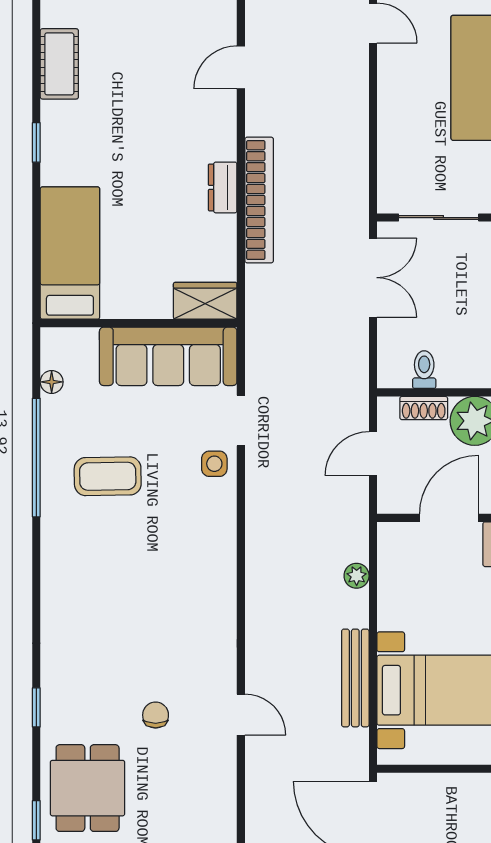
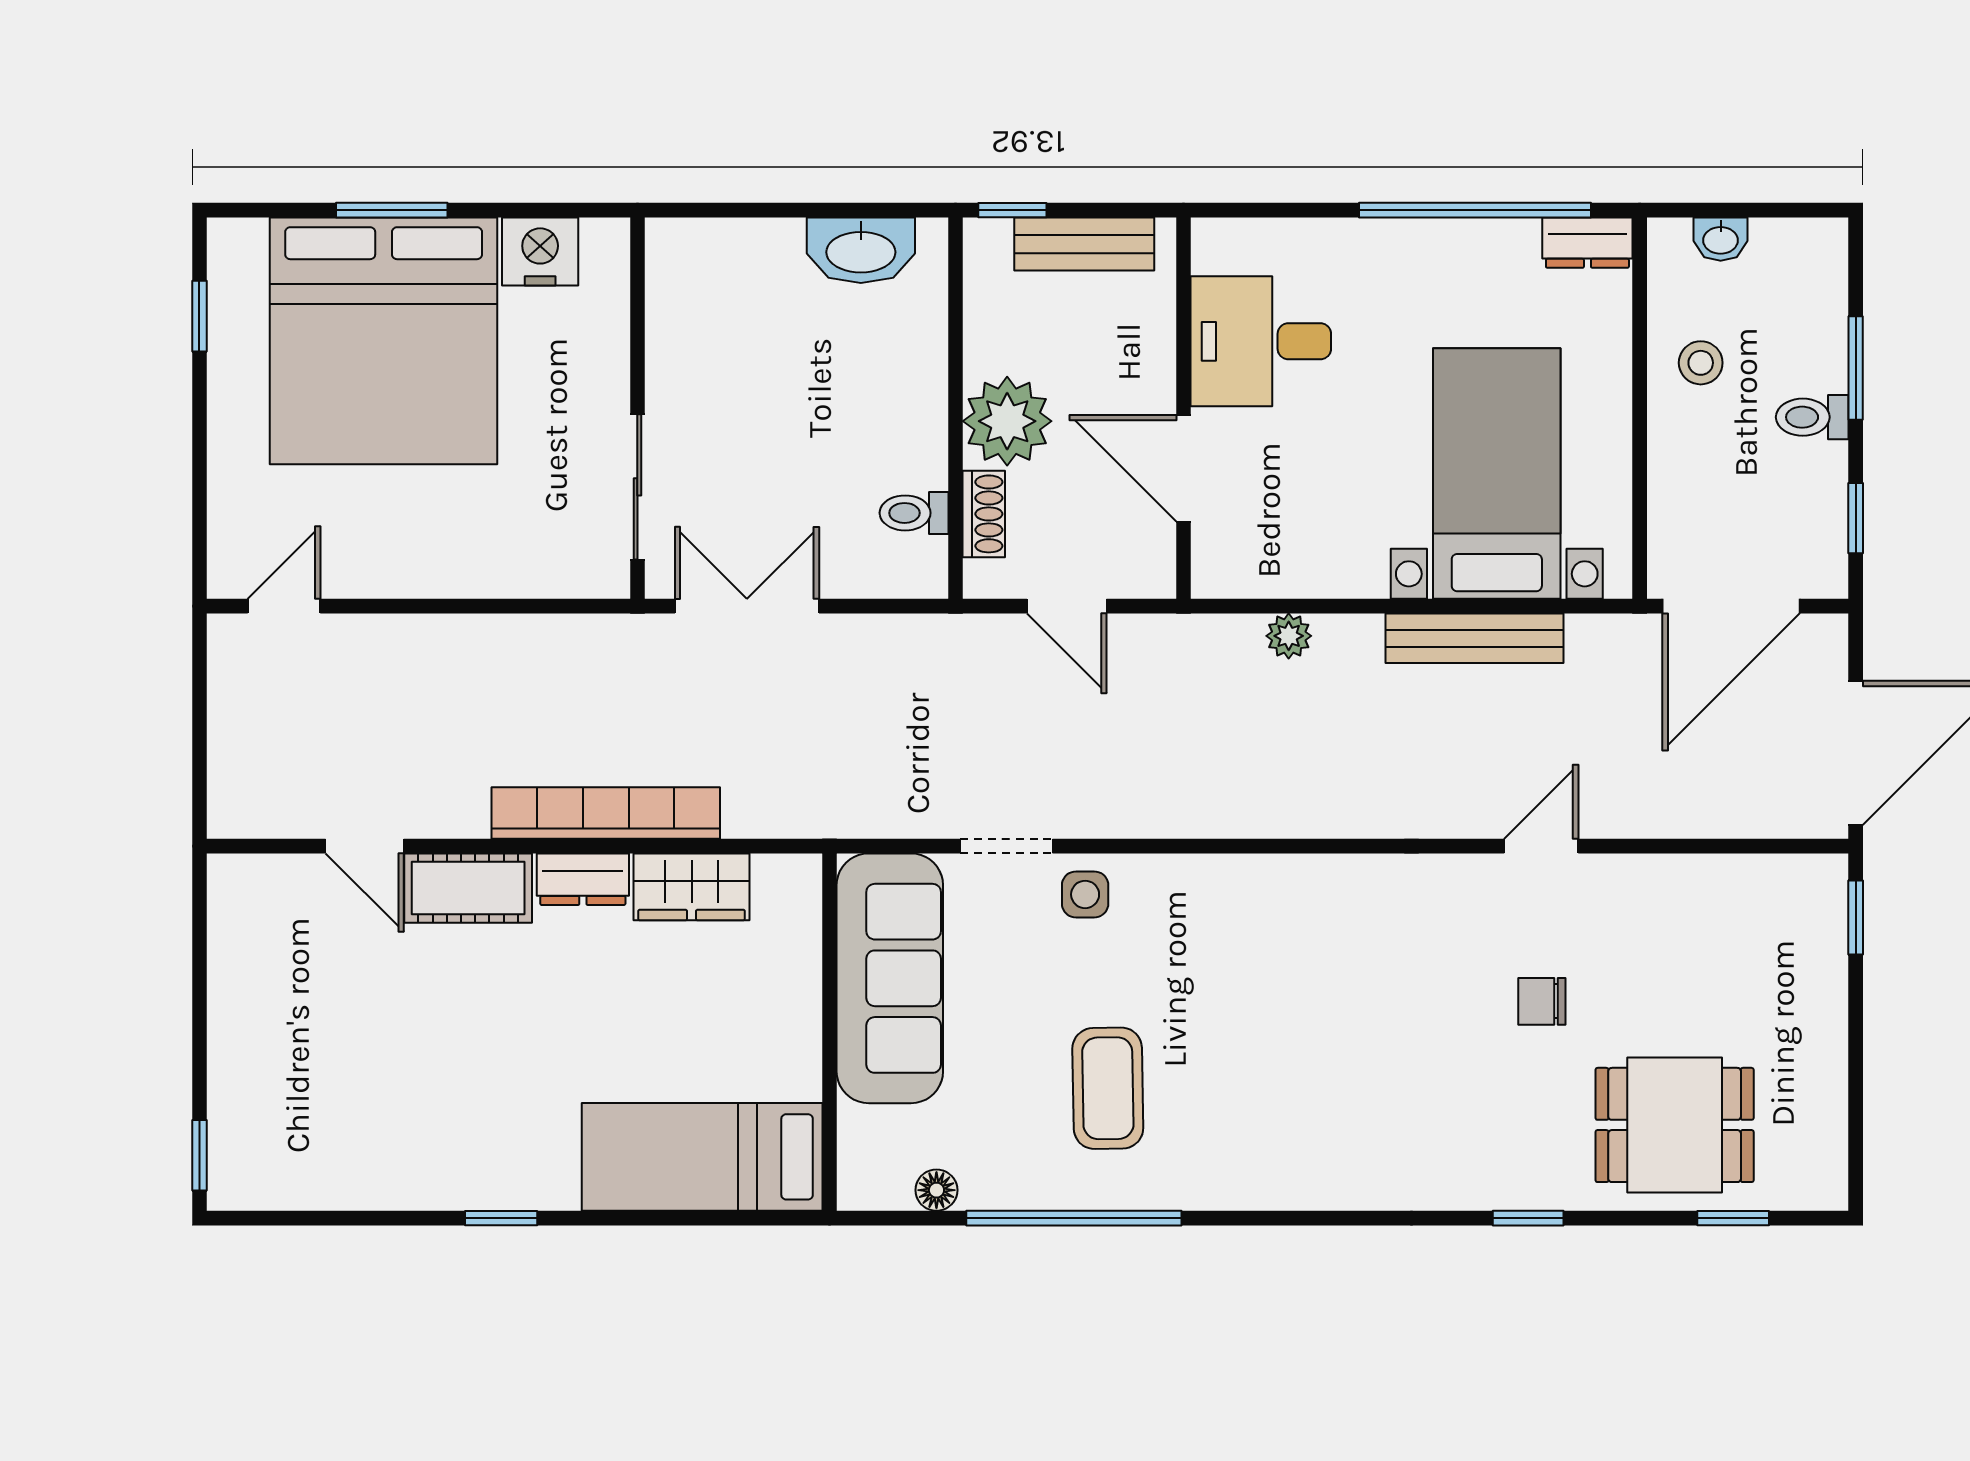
cot: (59, 64) -> (468, 888), moved
wardrobe: (205, 301) -> (692, 887), moved, turned -90

